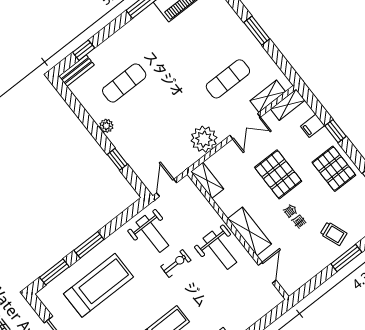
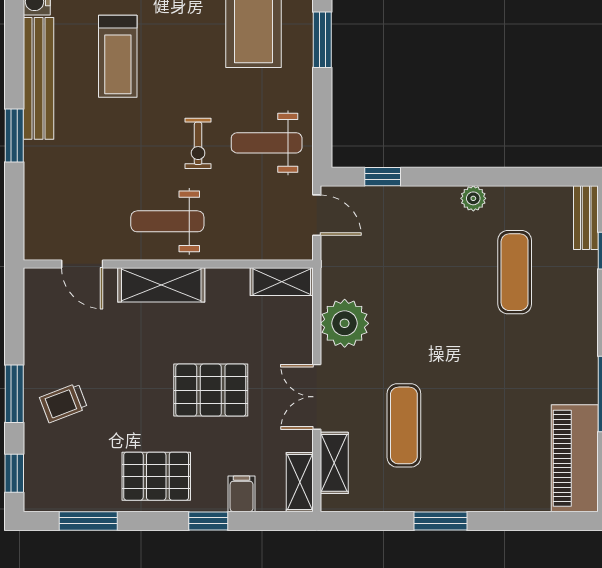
window: (117, 159) -> (383, 177), moved

